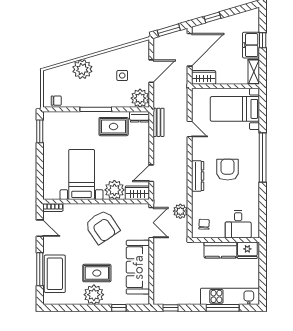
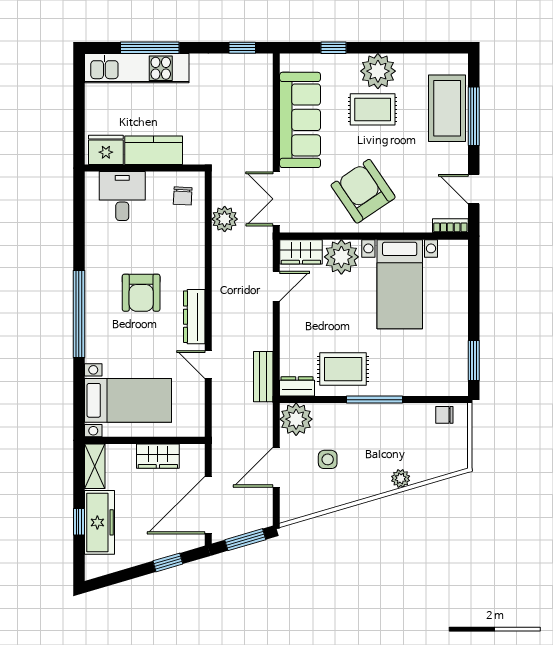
freezer: (251, 45) -> (99, 522), width x1.40
plant: (82, 69) -> (401, 478), width x0.53, depth x0.53
wardrobe: (204, 77) -> (158, 456), moved
dresser: (198, 176) -> (194, 317), moved

